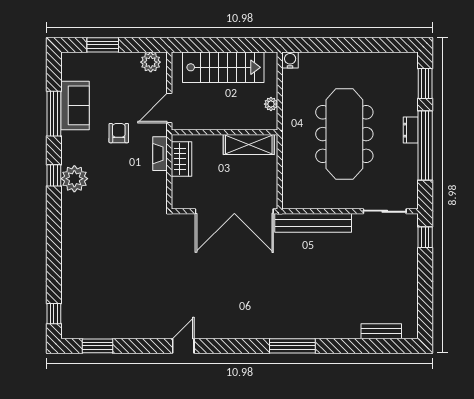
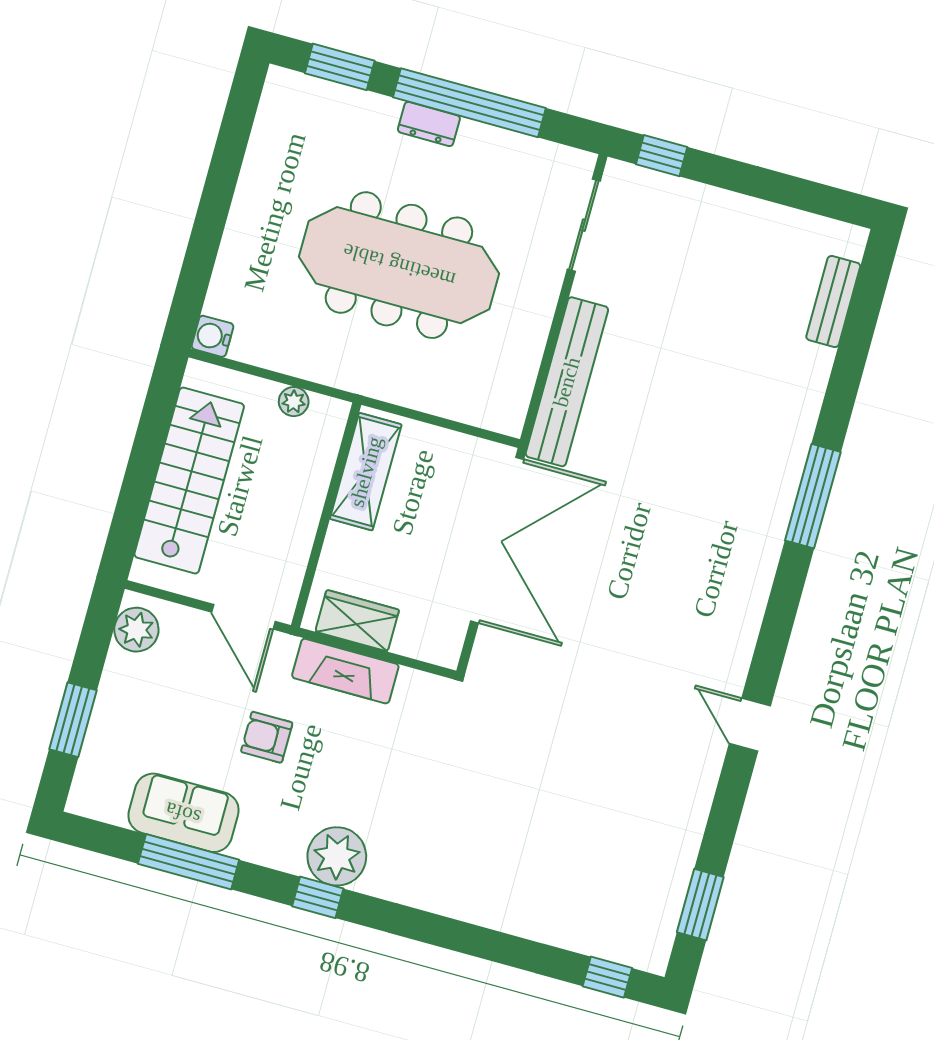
fireplace: (160, 154) -> (345, 671), width x1.37, depth x1.32

